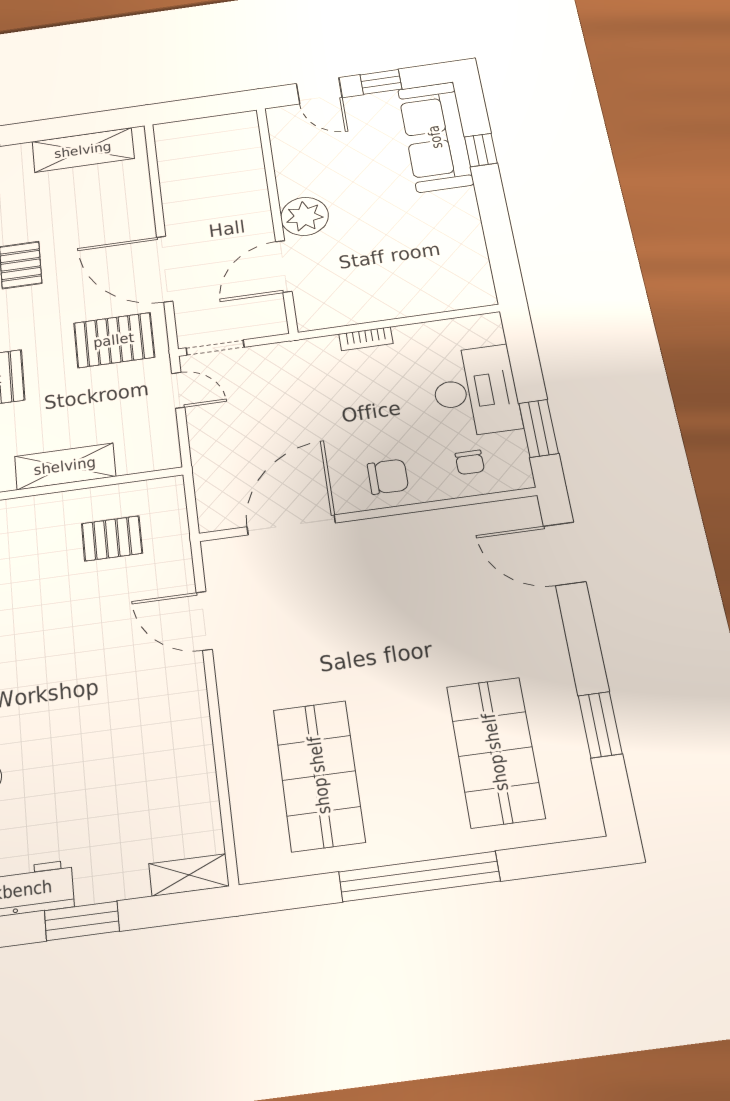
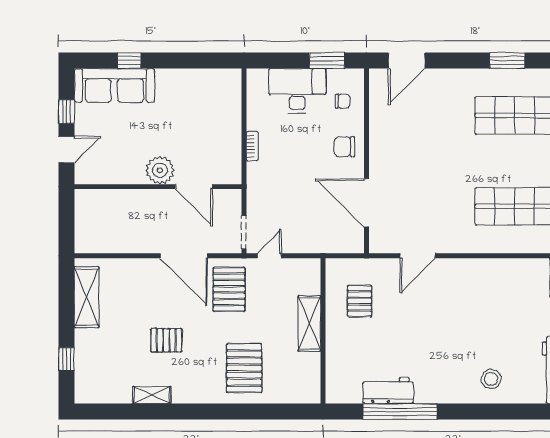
door: (165, 269) -> (184, 256), hinge flipped
chair: (388, 477) -> (344, 147), turned -90

